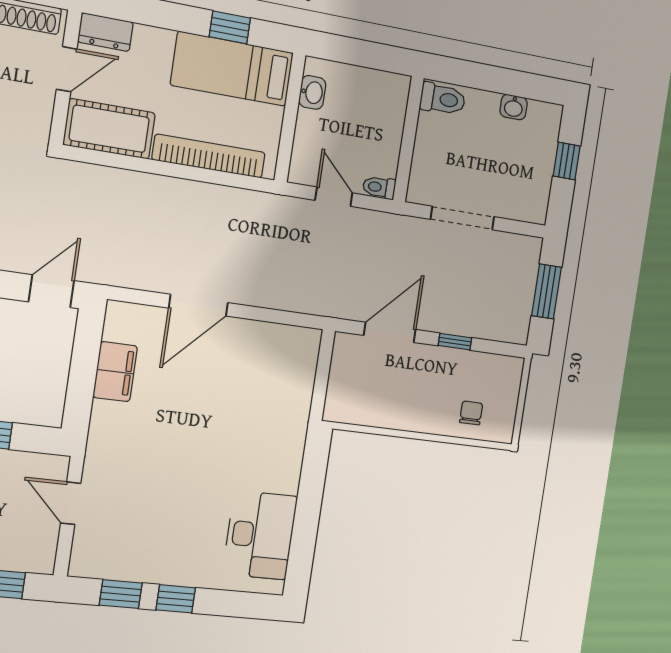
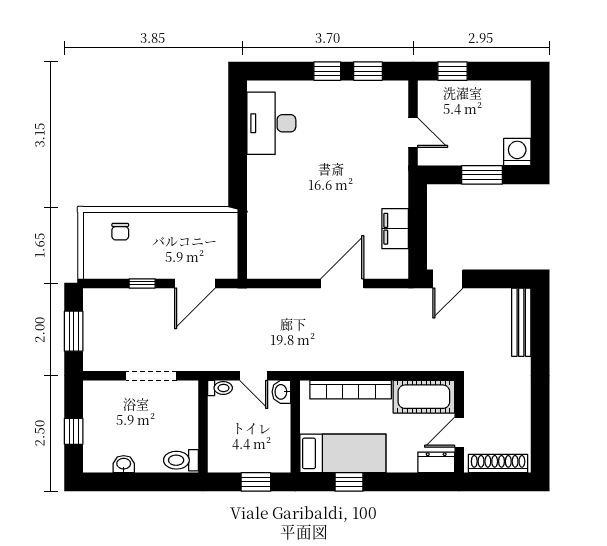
window: (352, 51) -> (256, 482), added
washbasin: (312, 92) -> (281, 392), moved

